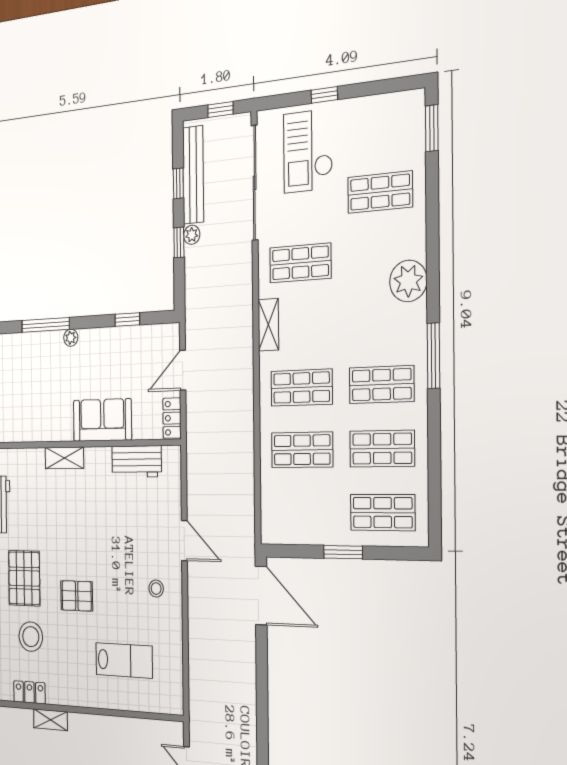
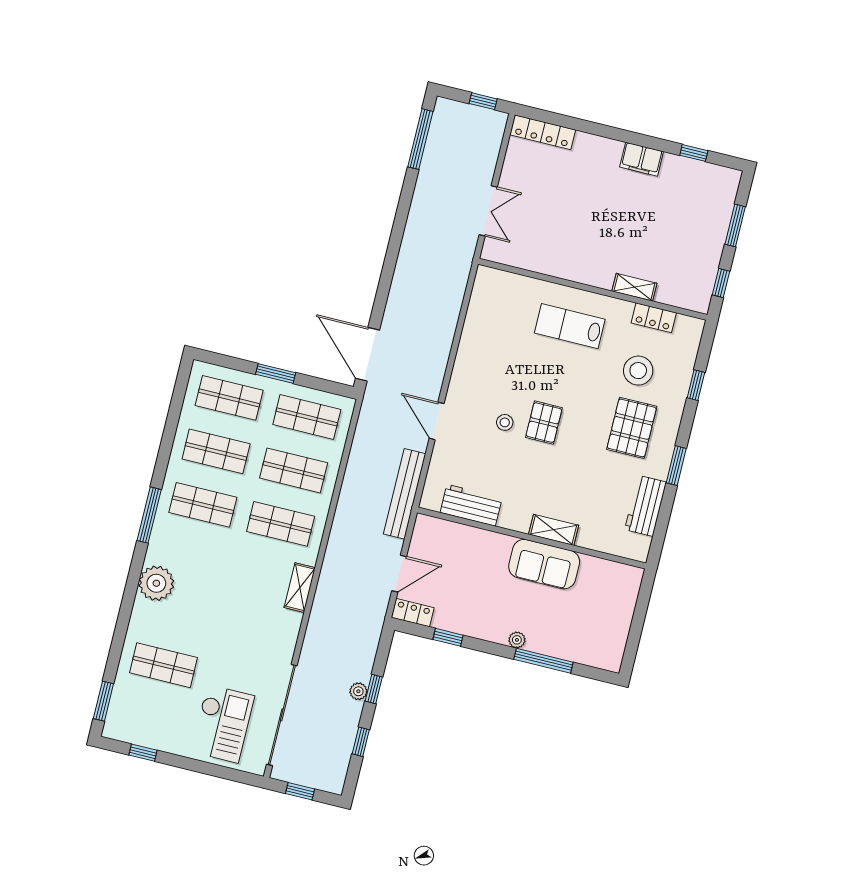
window: (324, 95) -> (143, 753), moved
bench: (193, 175) -> (405, 494), moved
shop shelf: (300, 263) -> (307, 417), moved
locker: (172, 418) -> (413, 613), moved, turned -90
sofa: (102, 420) -> (544, 564), moved
stool: (156, 589) -> (505, 422), moved
pallet: (77, 596) -> (544, 423), moved, turned 90
lab bench: (124, 660) -> (570, 326), moved

